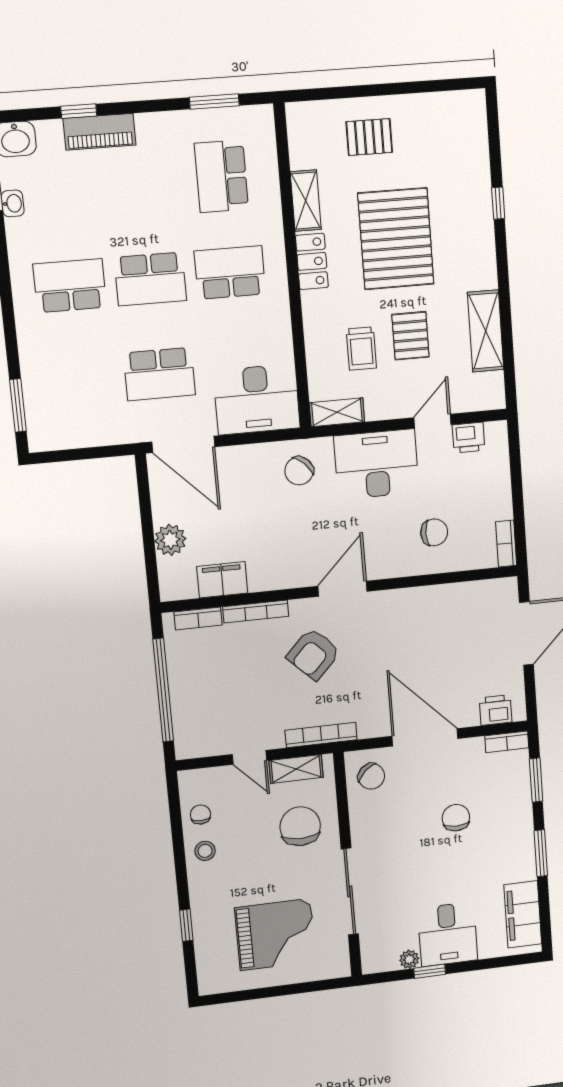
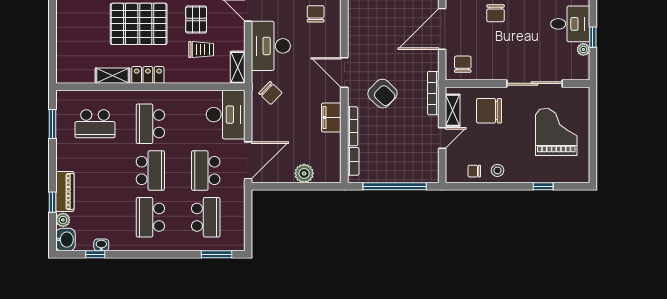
plant: (49, 132) -> (63, 220), added
pallet: (369, 137) -> (79, 35), removed
pallet: (410, 336) -> (196, 19), turned 90
school desk: (159, 374) -> (206, 170), turned 180
school desk: (80, 381) -> (206, 217), added
filing cabinet: (222, 580) -> (331, 117), moved
chair: (371, 776) -> (463, 64), turned -47
chair: (456, 818) -> (495, 13), turned -90

